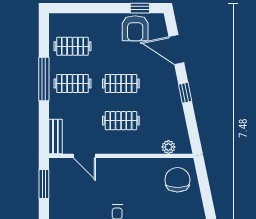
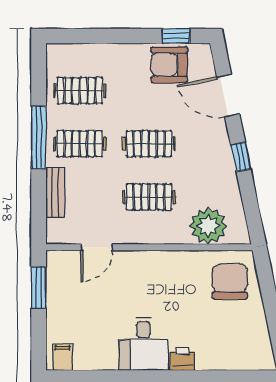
armchair: (135, 28) -> (169, 65), turned 90
bench: (55, 136) -> (55, 192), moved
plant: (168, 147) -> (208, 226), width x1.88, depth x1.88
door: (85, 156) -> (97, 247), hinge flipped

